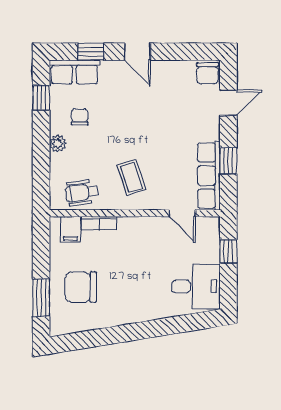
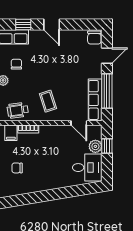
window: (228, 161) -> (107, 91), width x2.17
plant: (209, 252) -> (95, 146), added
chair: (81, 287) -> (17, 168), width x0.54, depth x0.54

